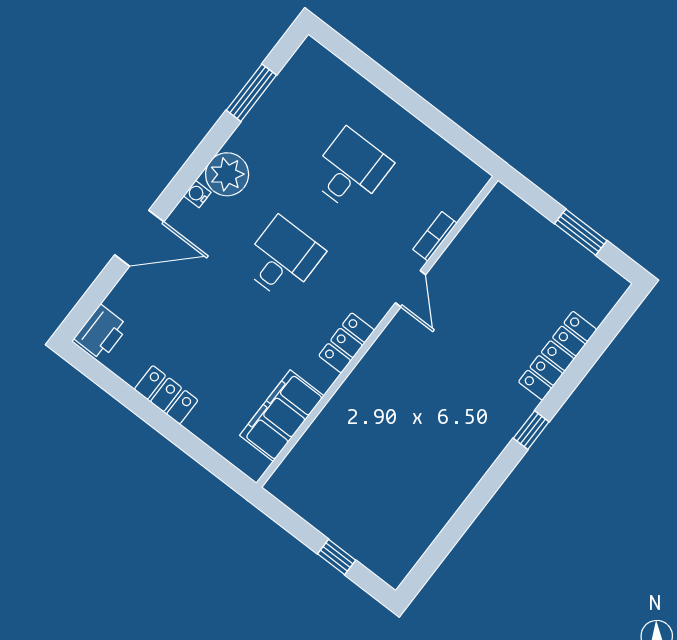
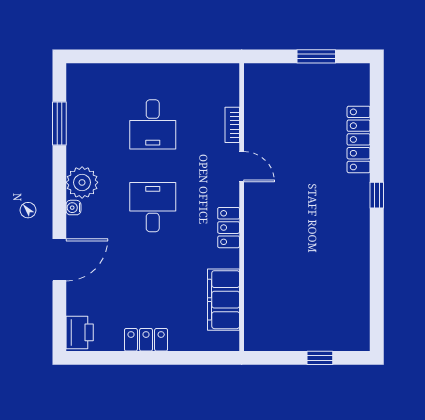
desk: (350, 170) -> (153, 124), turned 180

